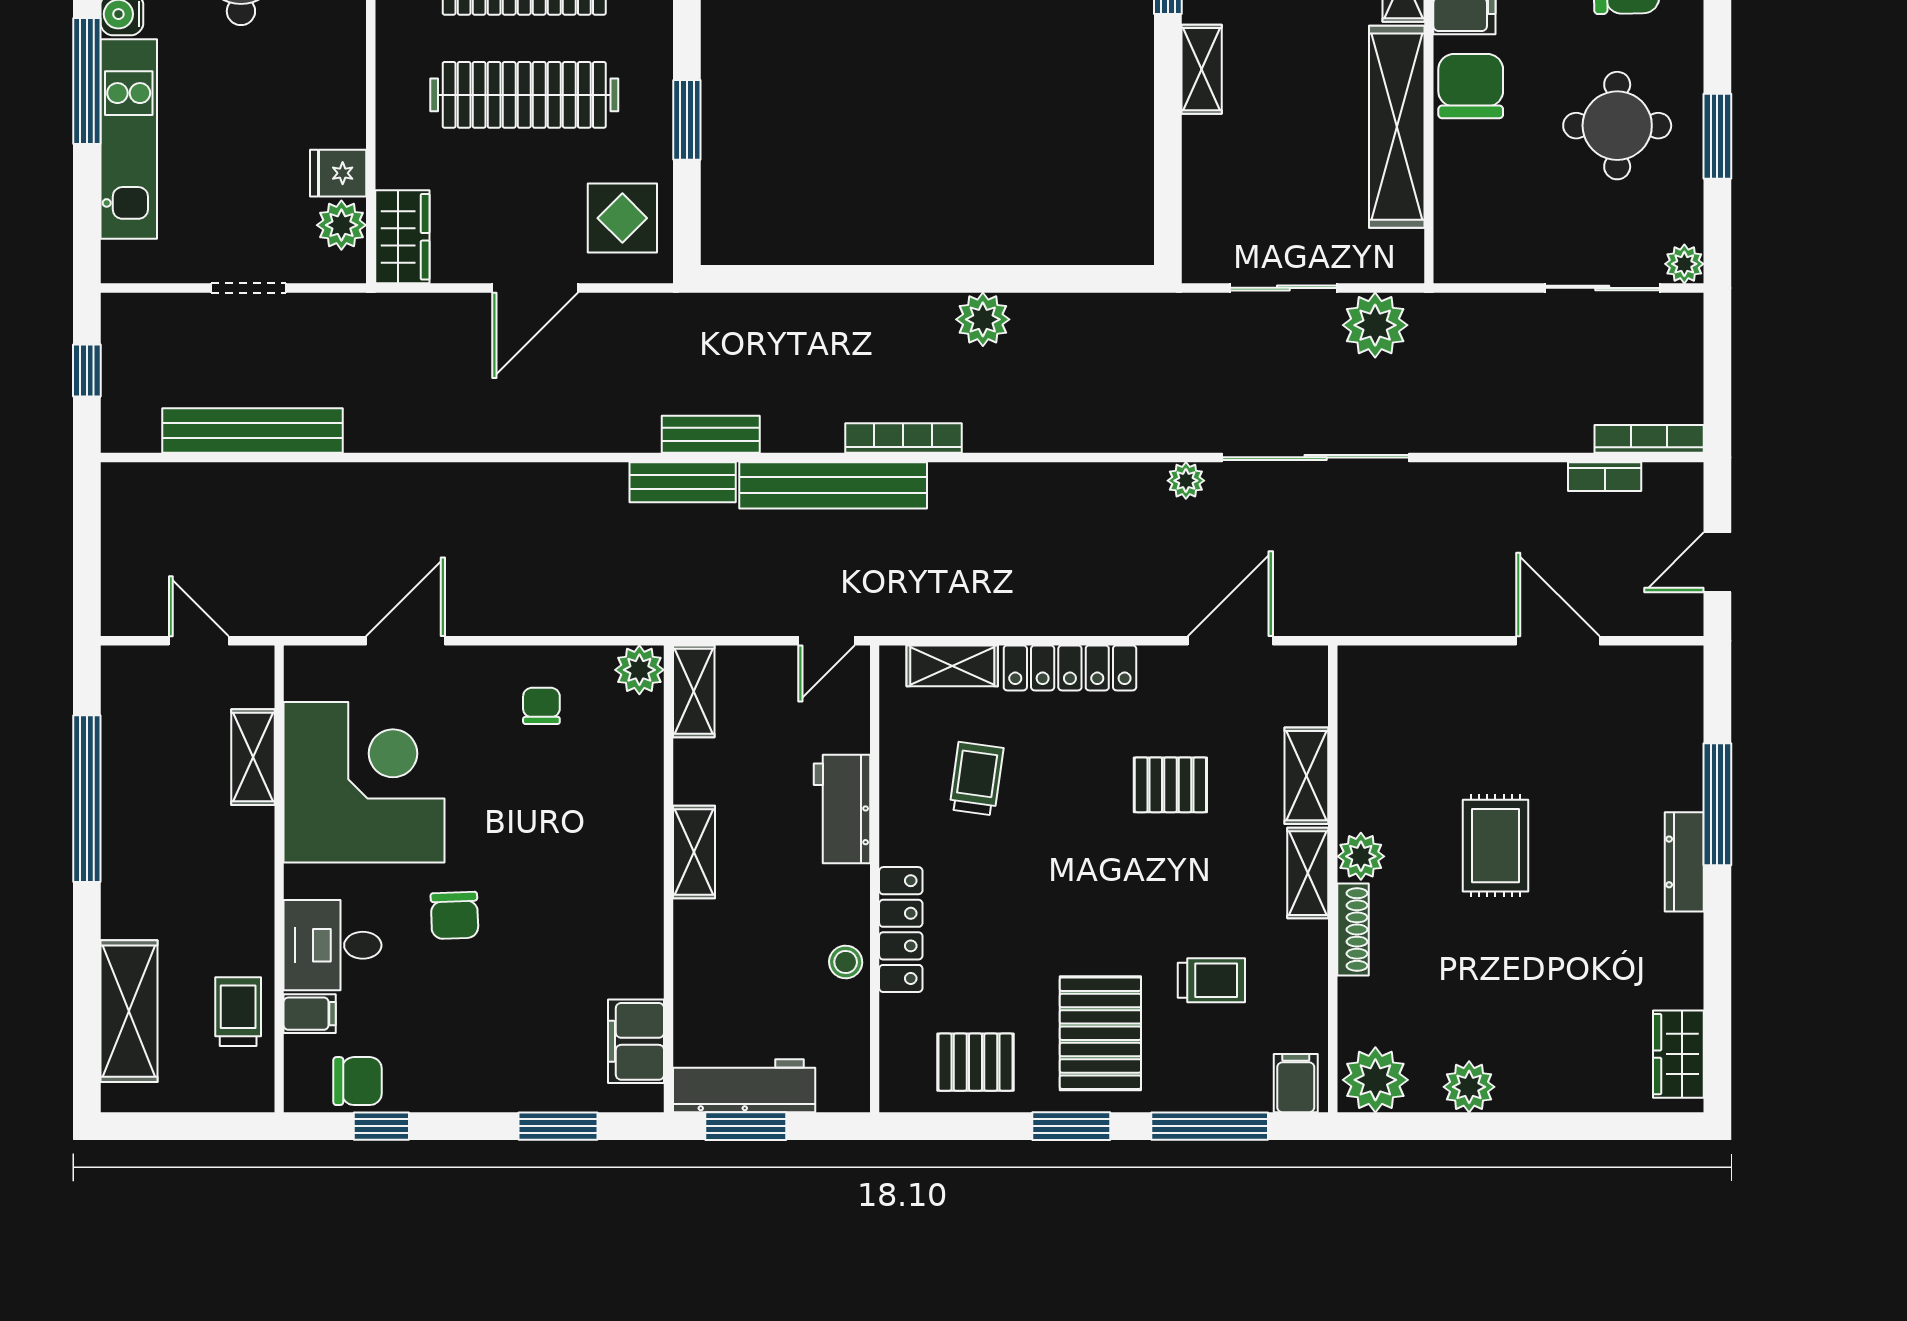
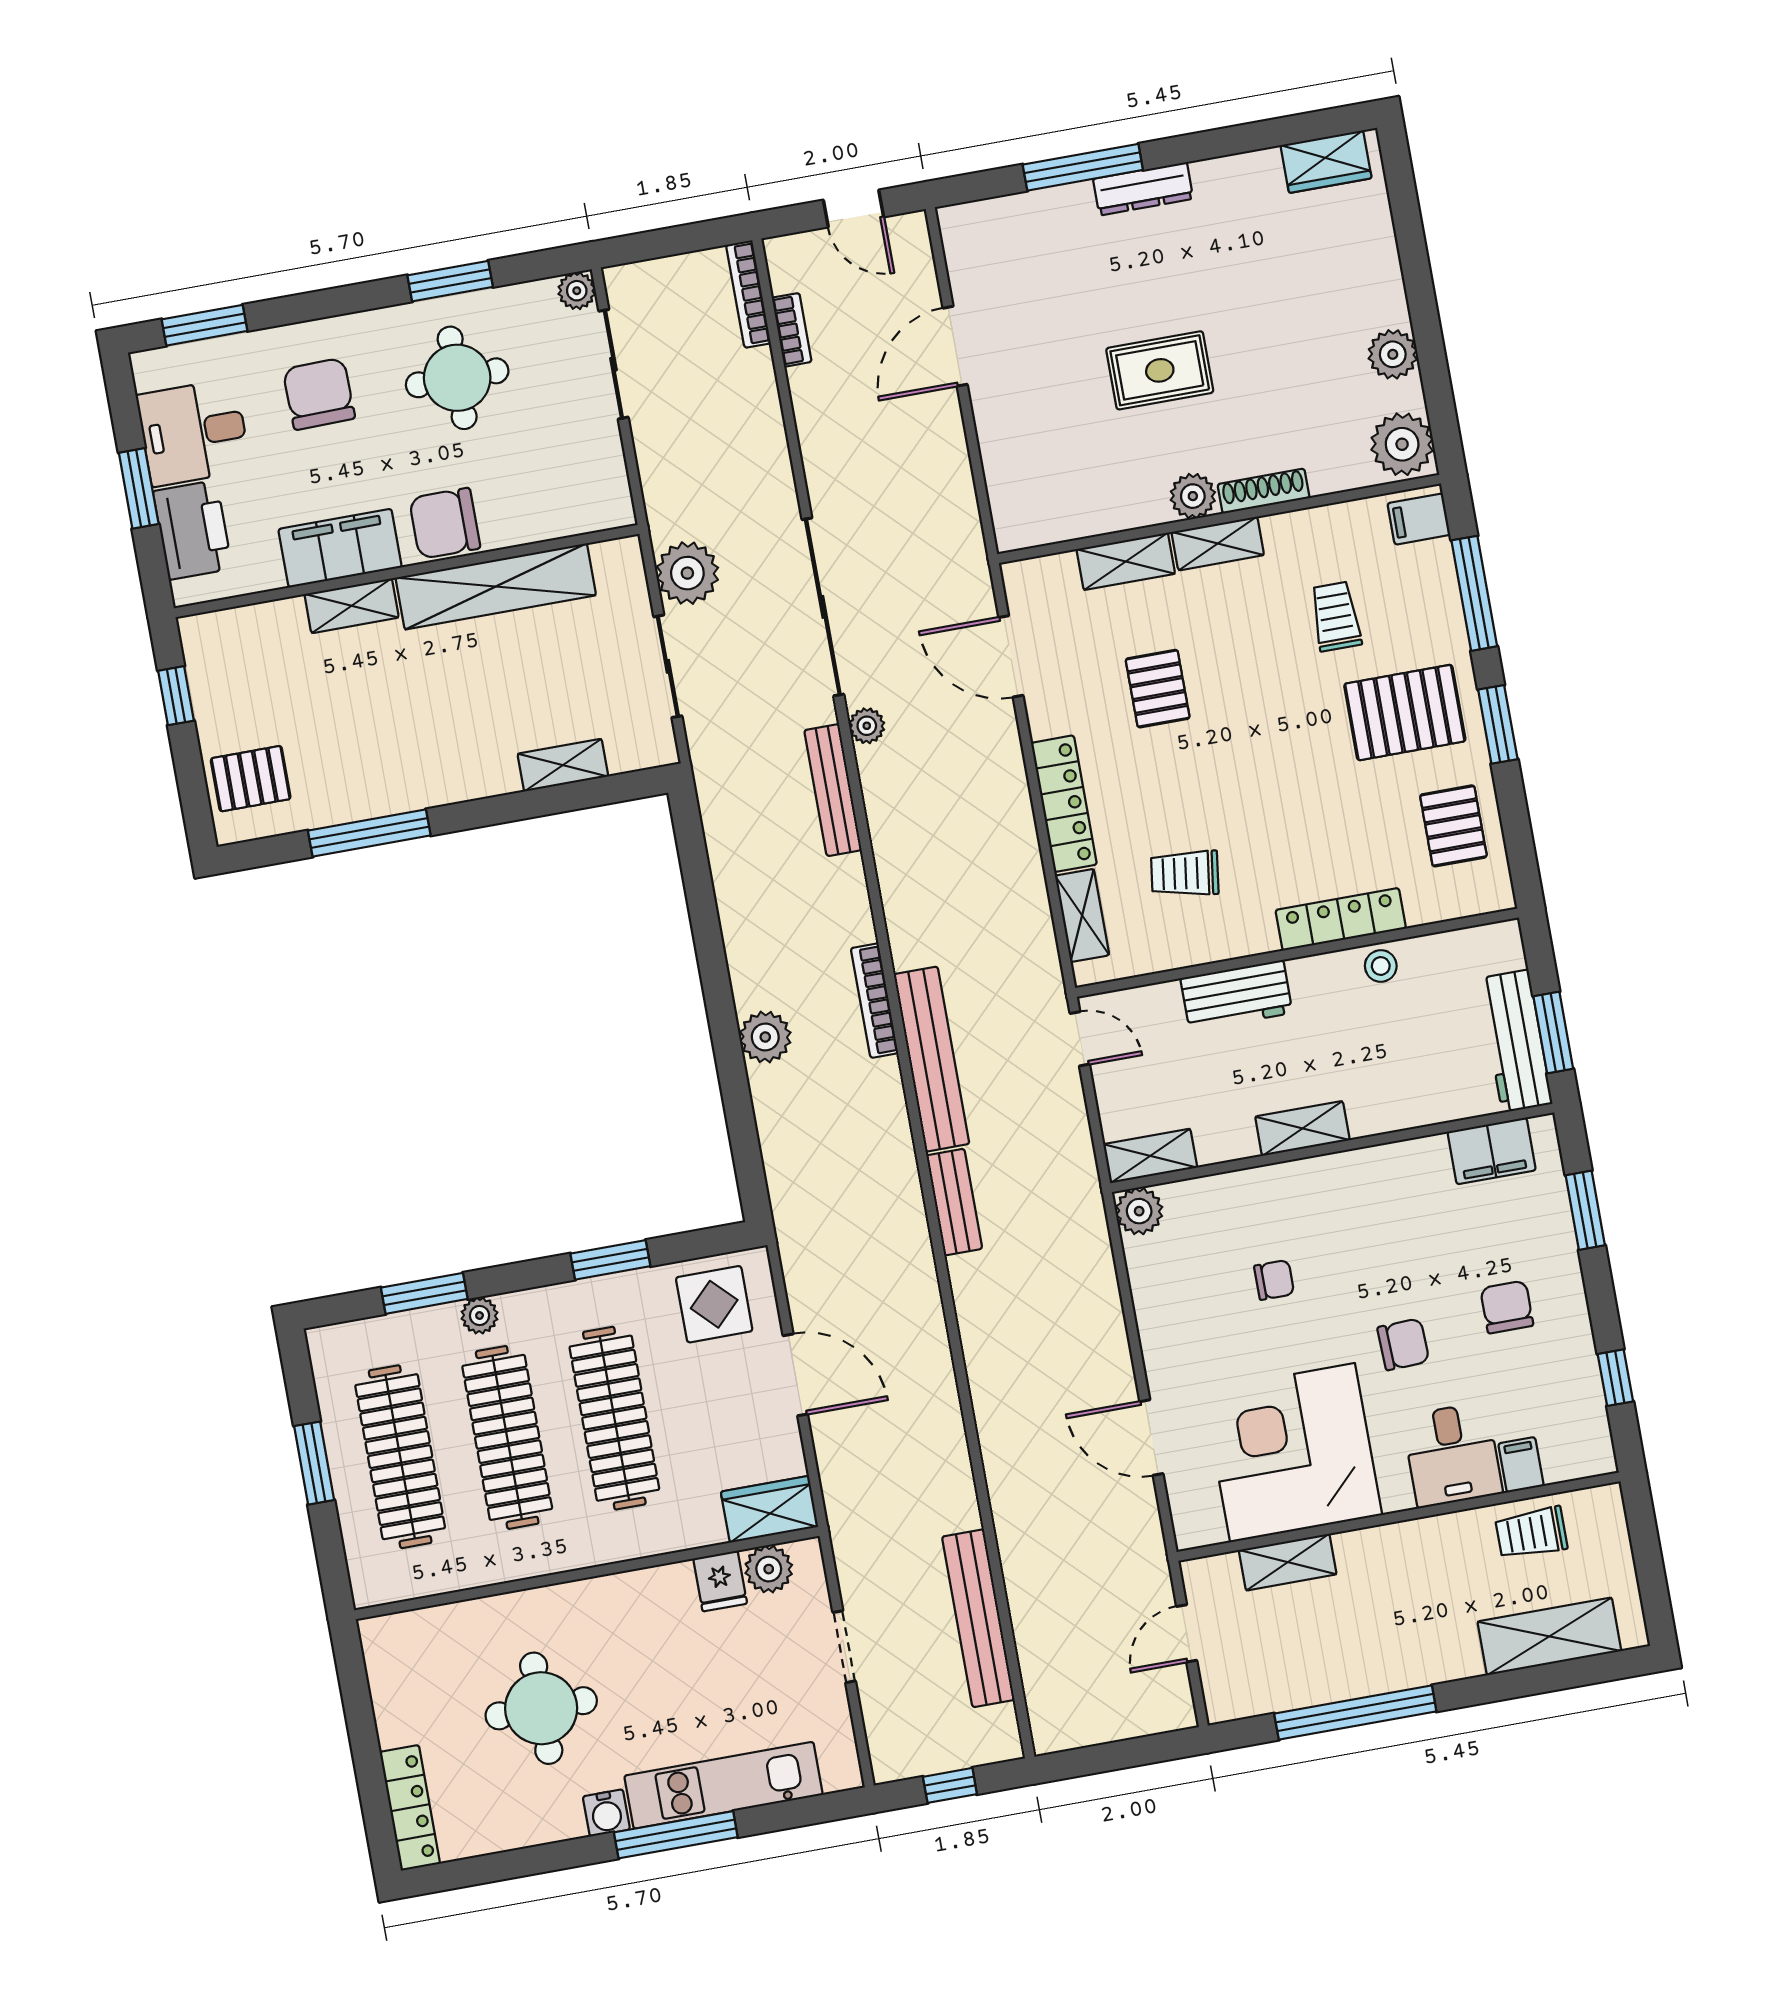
shelving: (1202, 69) -> (563, 765), moved
plant: (983, 319) -> (765, 1037), moved
bench: (711, 434) -> (833, 790), moved, width x1.36
chair: (541, 706) -> (1274, 1280), moved, turned 180
chair: (358, 1081) -> (1507, 1307), moved

